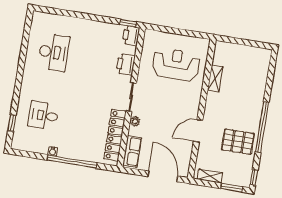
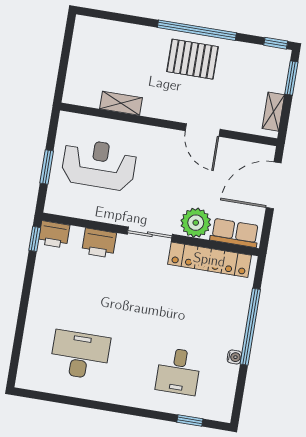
window: (174, 31) -> (47, 167), added
reception desk: (176, 64) -> (99, 164), turned 90
plant: (135, 121) -> (196, 223), width x1.88, depth x1.88
pallet: (238, 142) -> (193, 59), moved, turned 90

